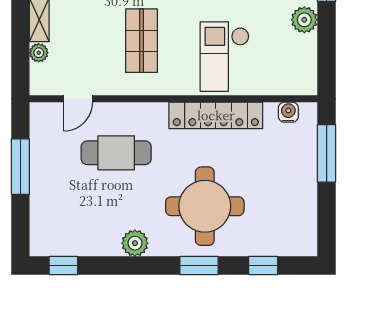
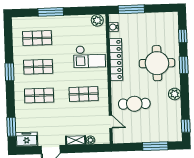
plant: (304, 20) -> (97, 20), moved
cafe table: (116, 153) -> (134, 104), turned 90
window: (20, 167) -> (155, 146), moved

